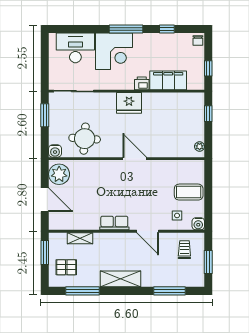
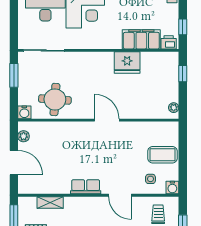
printer: (142, 83) -> (169, 42), moved
fridge: (129, 103) -> (127, 63), moved
plant: (59, 174) -> (24, 136), width x0.53, depth x0.53

